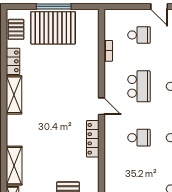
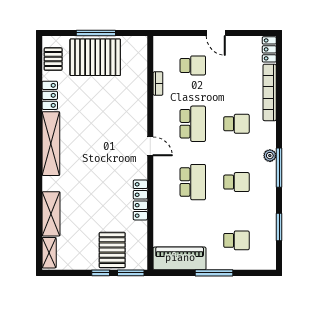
shelving: (14, 95) -> (51, 144), width x1.47
school desk: (139, 138) -> (193, 182), width x1.85
locker: (93, 139) -> (140, 200), moved

